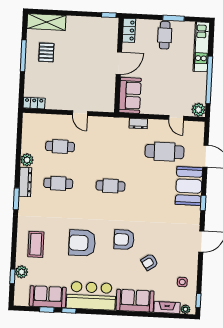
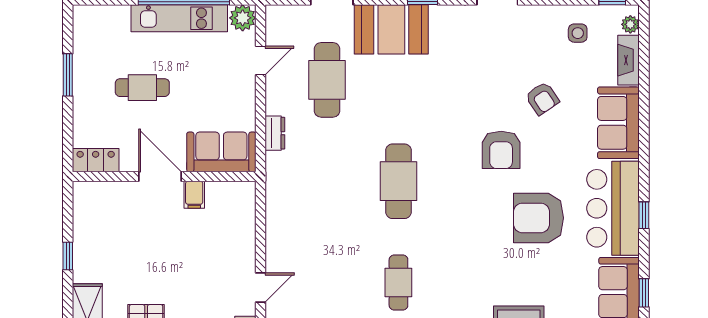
window: (109, 15) -> (68, 256), moved
cafe table: (165, 35) -> (142, 88), moved
kitchen unit: (201, 47) -> (179, 18), moved
filing cabinet: (109, 80) -> (194, 195), added
door: (80, 113) -> (261, 288), moved
cafe table: (60, 147) -> (327, 283), removed
cafe table: (110, 186) -> (398, 181), width x1.37, depth x1.35
armchair: (82, 243) -> (538, 218), moved, turned 90
window: (69, 311) -> (644, 215), moved

